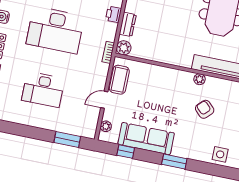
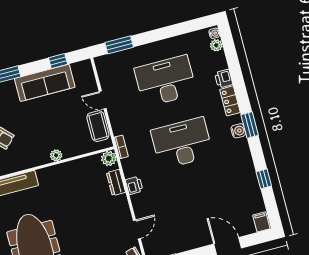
plant: (199, 79) -> (56, 155), moved
desk: (43, 89) -> (166, 81), width x1.36, depth x1.30
door: (104, 100) -> (103, 100), swing flipped
plant: (106, 126) -> (89, 76), removed

